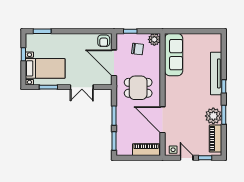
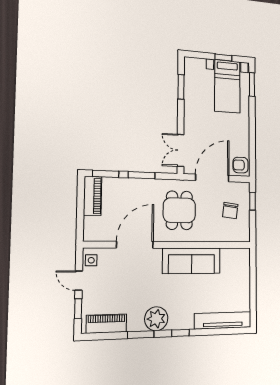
plant: (154, 39) -> (242, 234), removed
sofa: (174, 55) -> (192, 261), moved
bed with nightstands: (45, 68) -> (227, 86), moved
tv unit: (216, 73) -> (223, 320), moved
double door: (82, 87) -> (181, 150), moved
plant: (213, 116) -> (156, 319), moved
piano: (146, 150) -> (93, 196), moved
door: (187, 158) -> (79, 281), swing flipped

